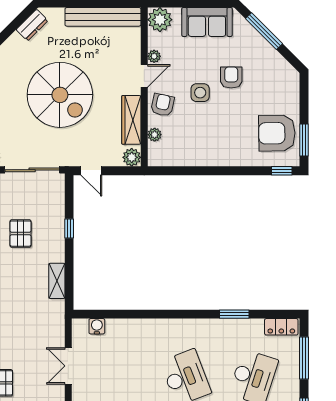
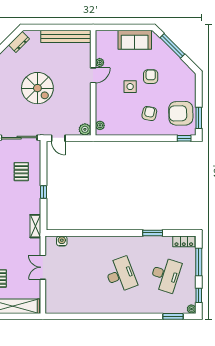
plant: (160, 20) -> (103, 38), removed
spiral stairs: (60, 95) -> (37, 88), width x0.73, depth x0.73
armchair: (162, 105) -> (149, 113), moved
wardrobe: (131, 120) -> (85, 105), removed
plant: (155, 135) -> (100, 125), moved
window: (69, 229) -> (43, 192), moved
pallet: (20, 234) -> (21, 172), moved
shelving: (57, 281) -> (35, 226), moved

